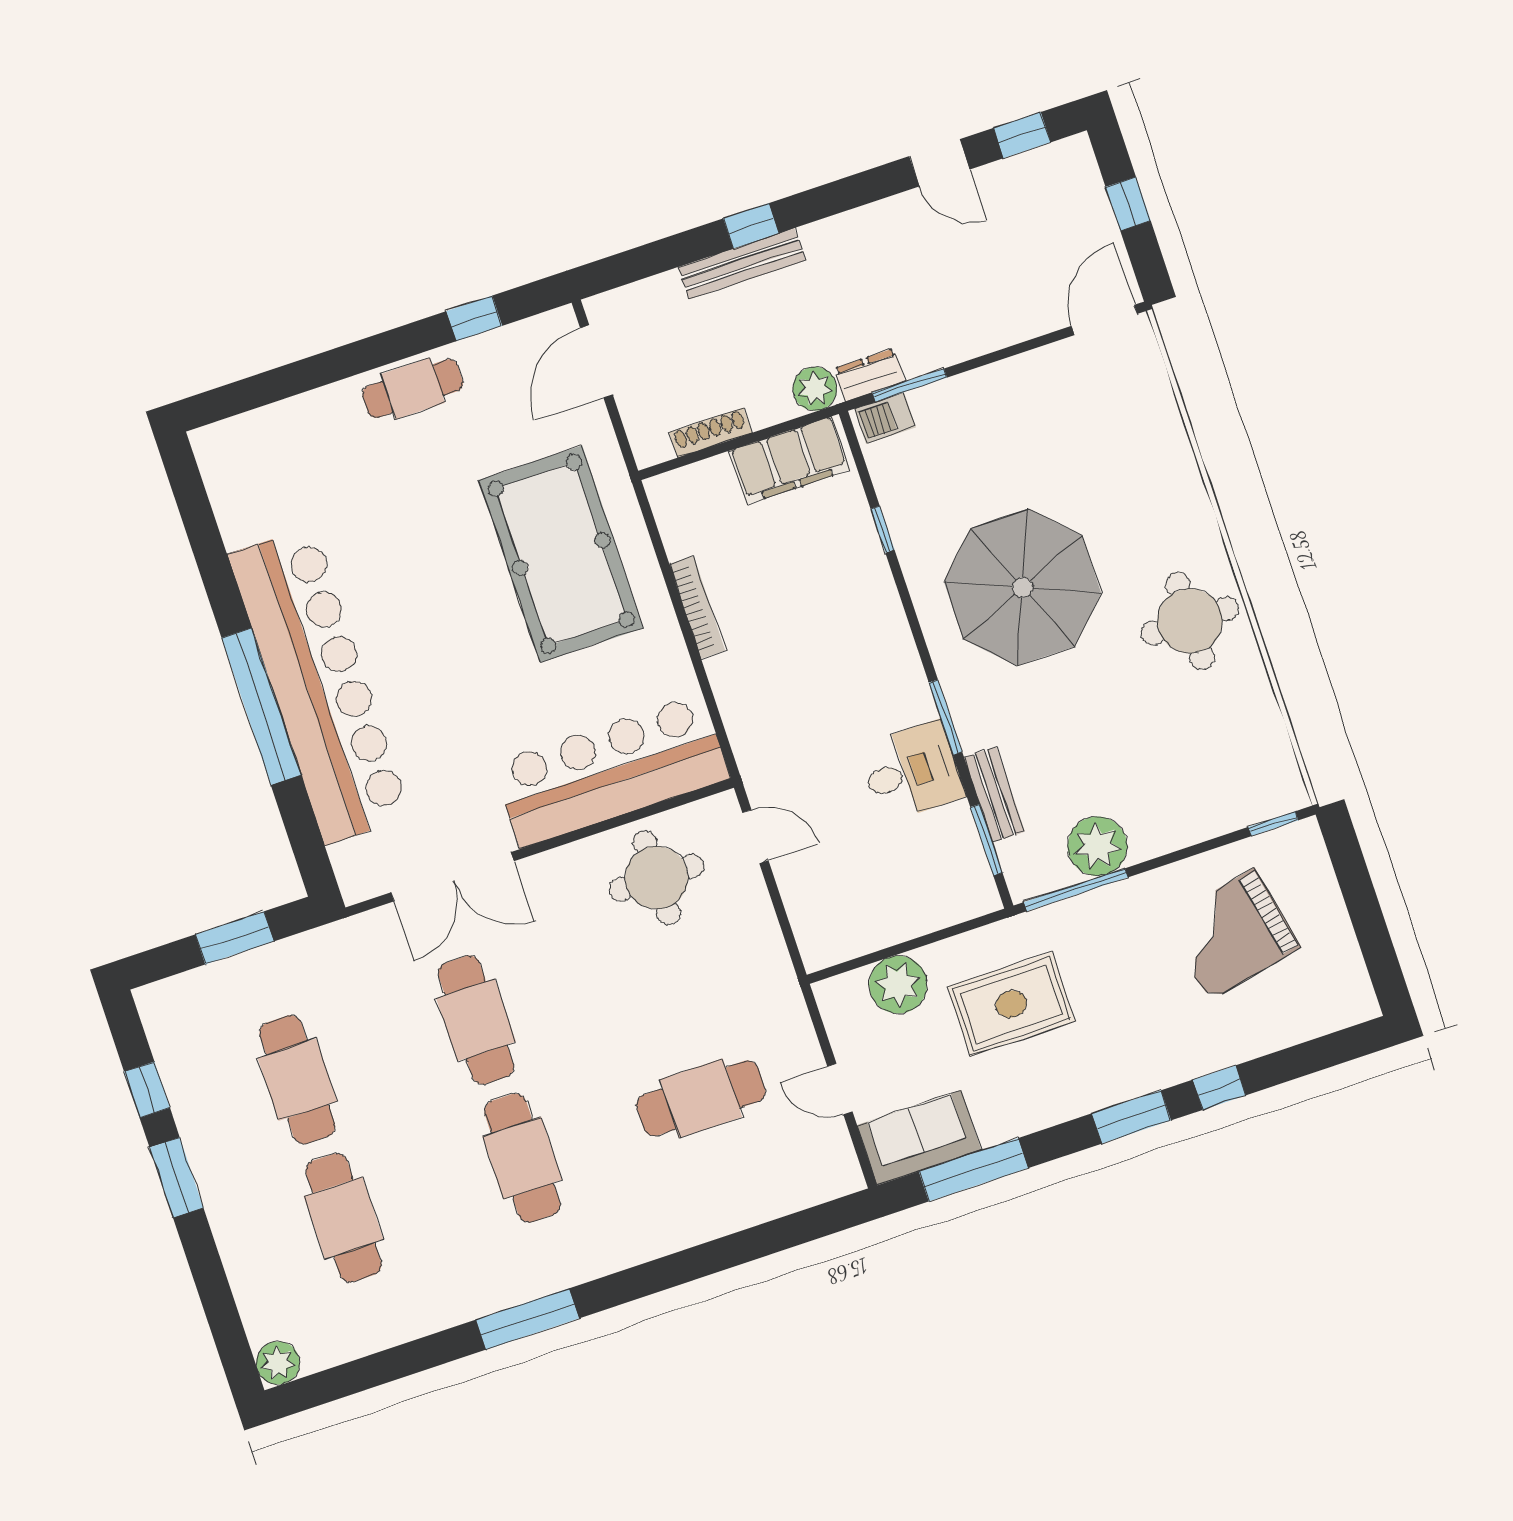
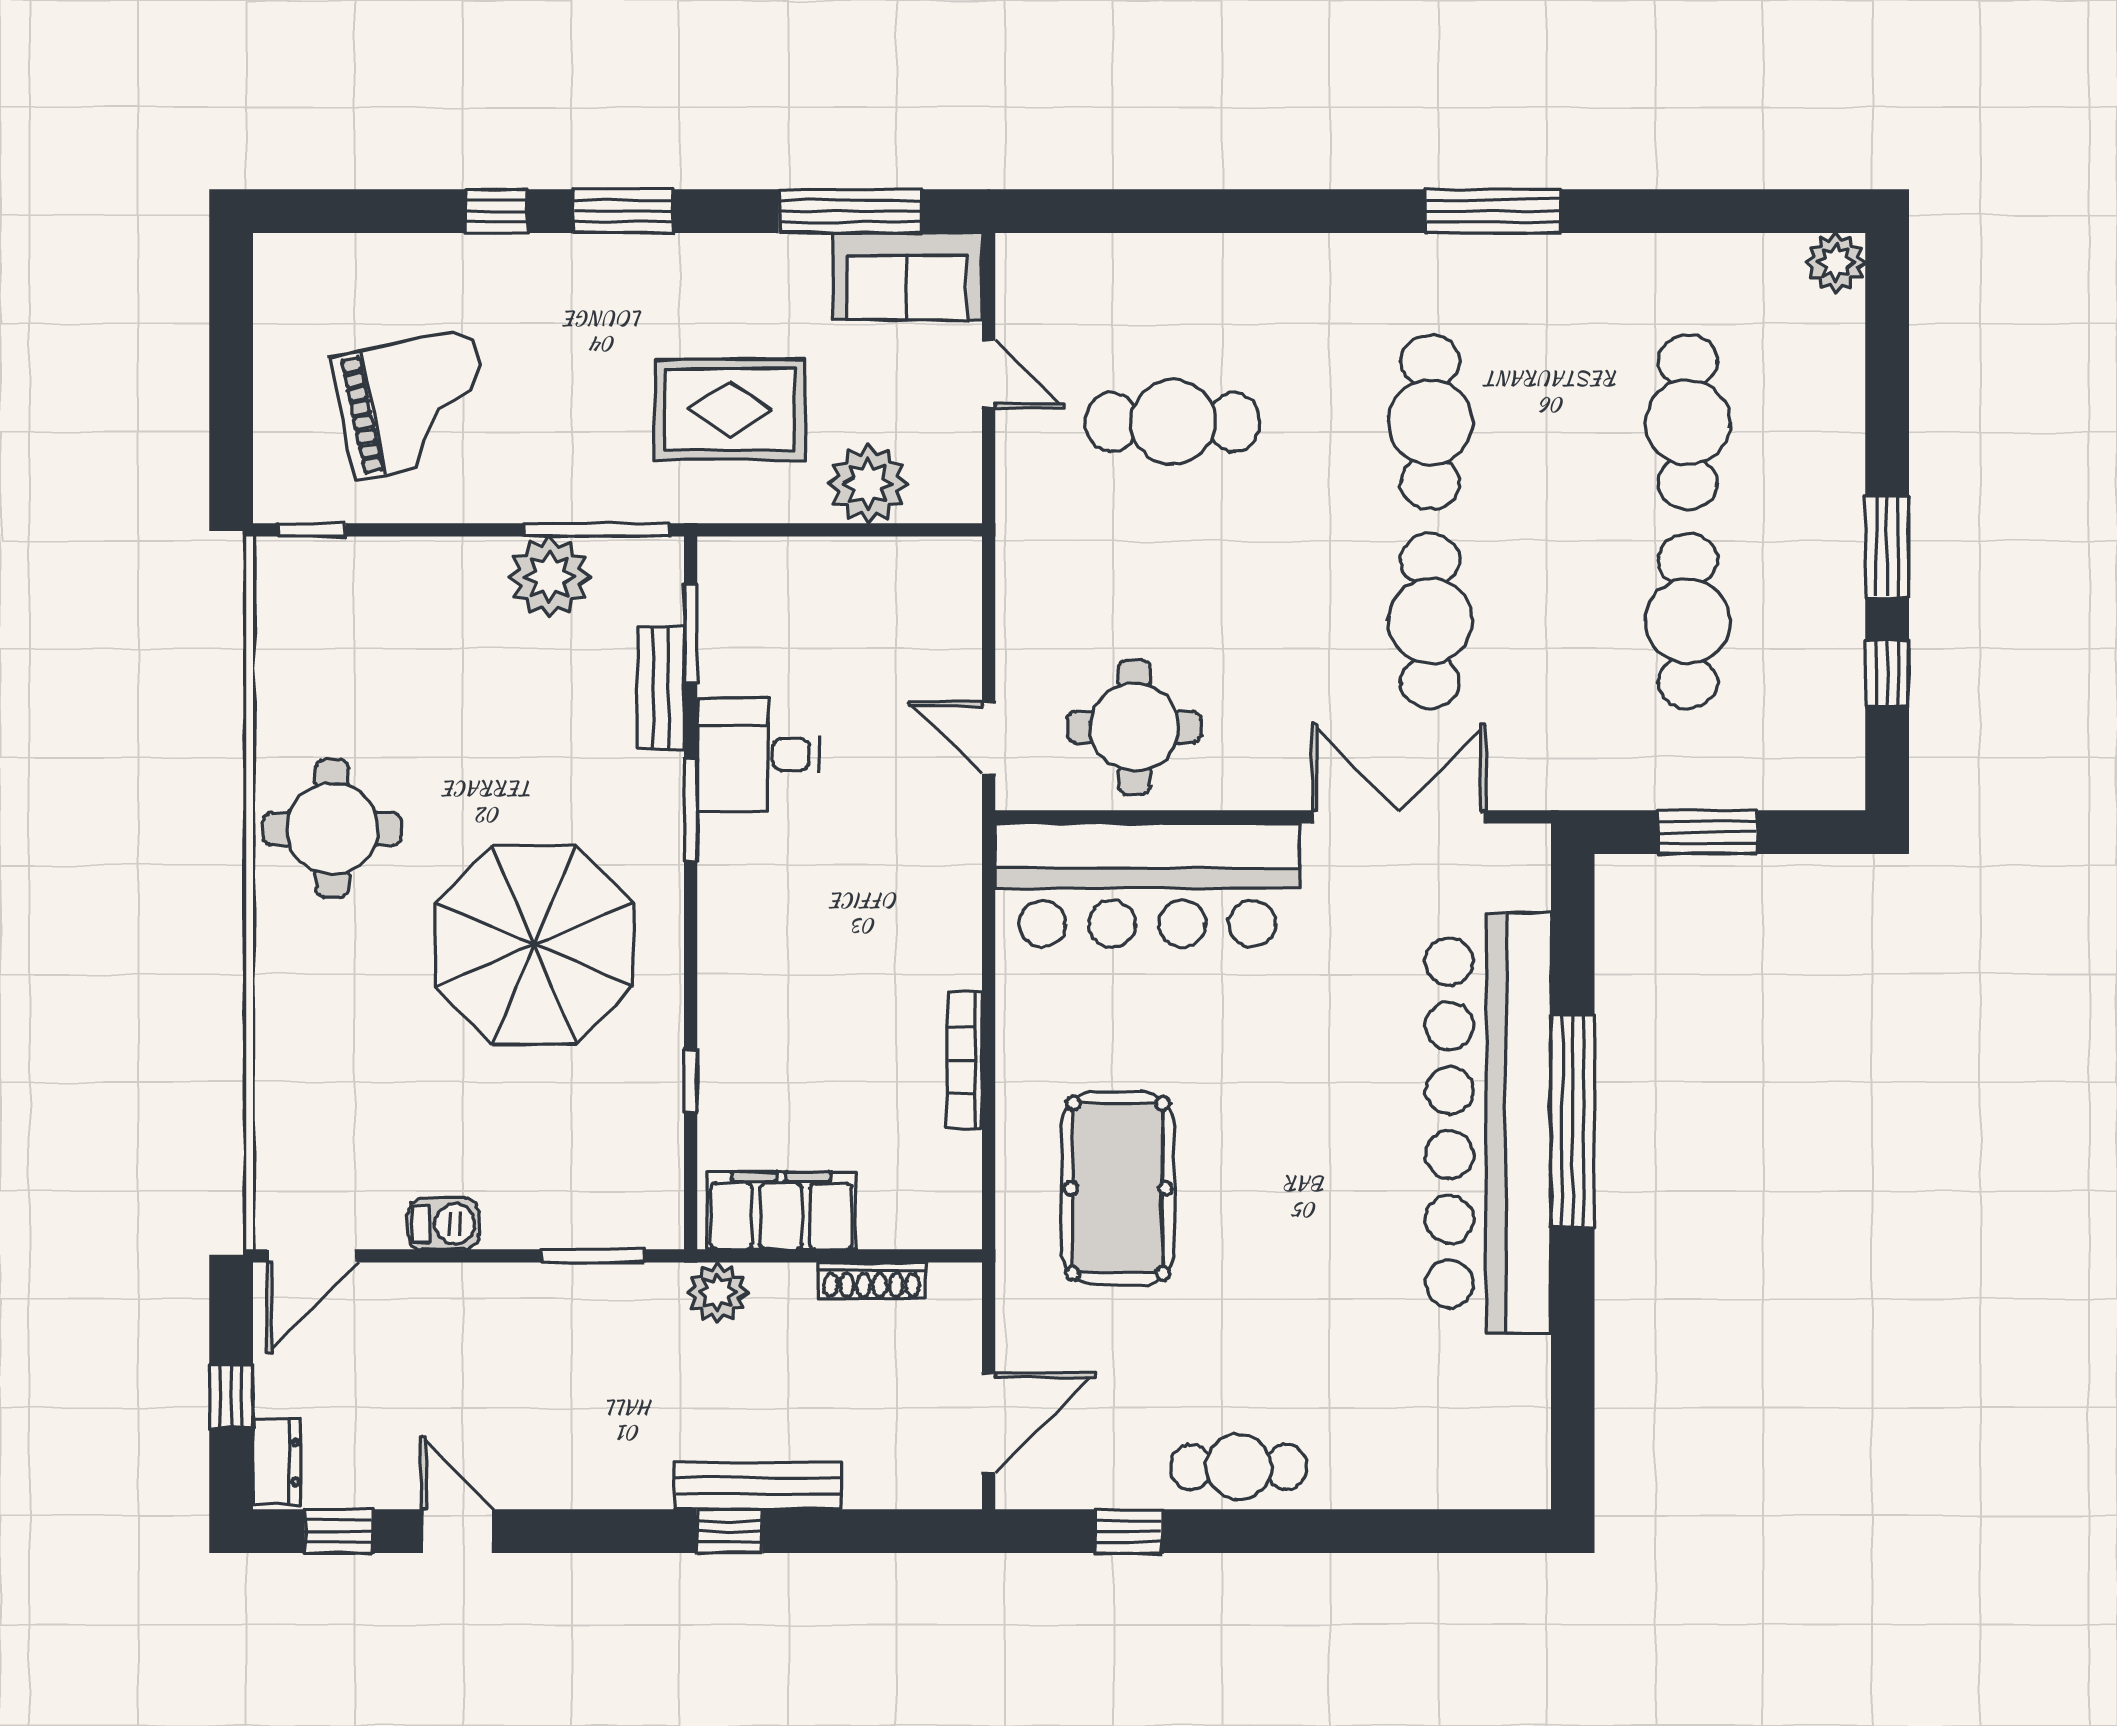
dresser: (870, 375) -> (277, 1462), moved, turned -90
barbecue: (885, 418) -> (444, 1224), moved
pool table: (561, 554) -> (1118, 1188), width x0.73, depth x0.76

